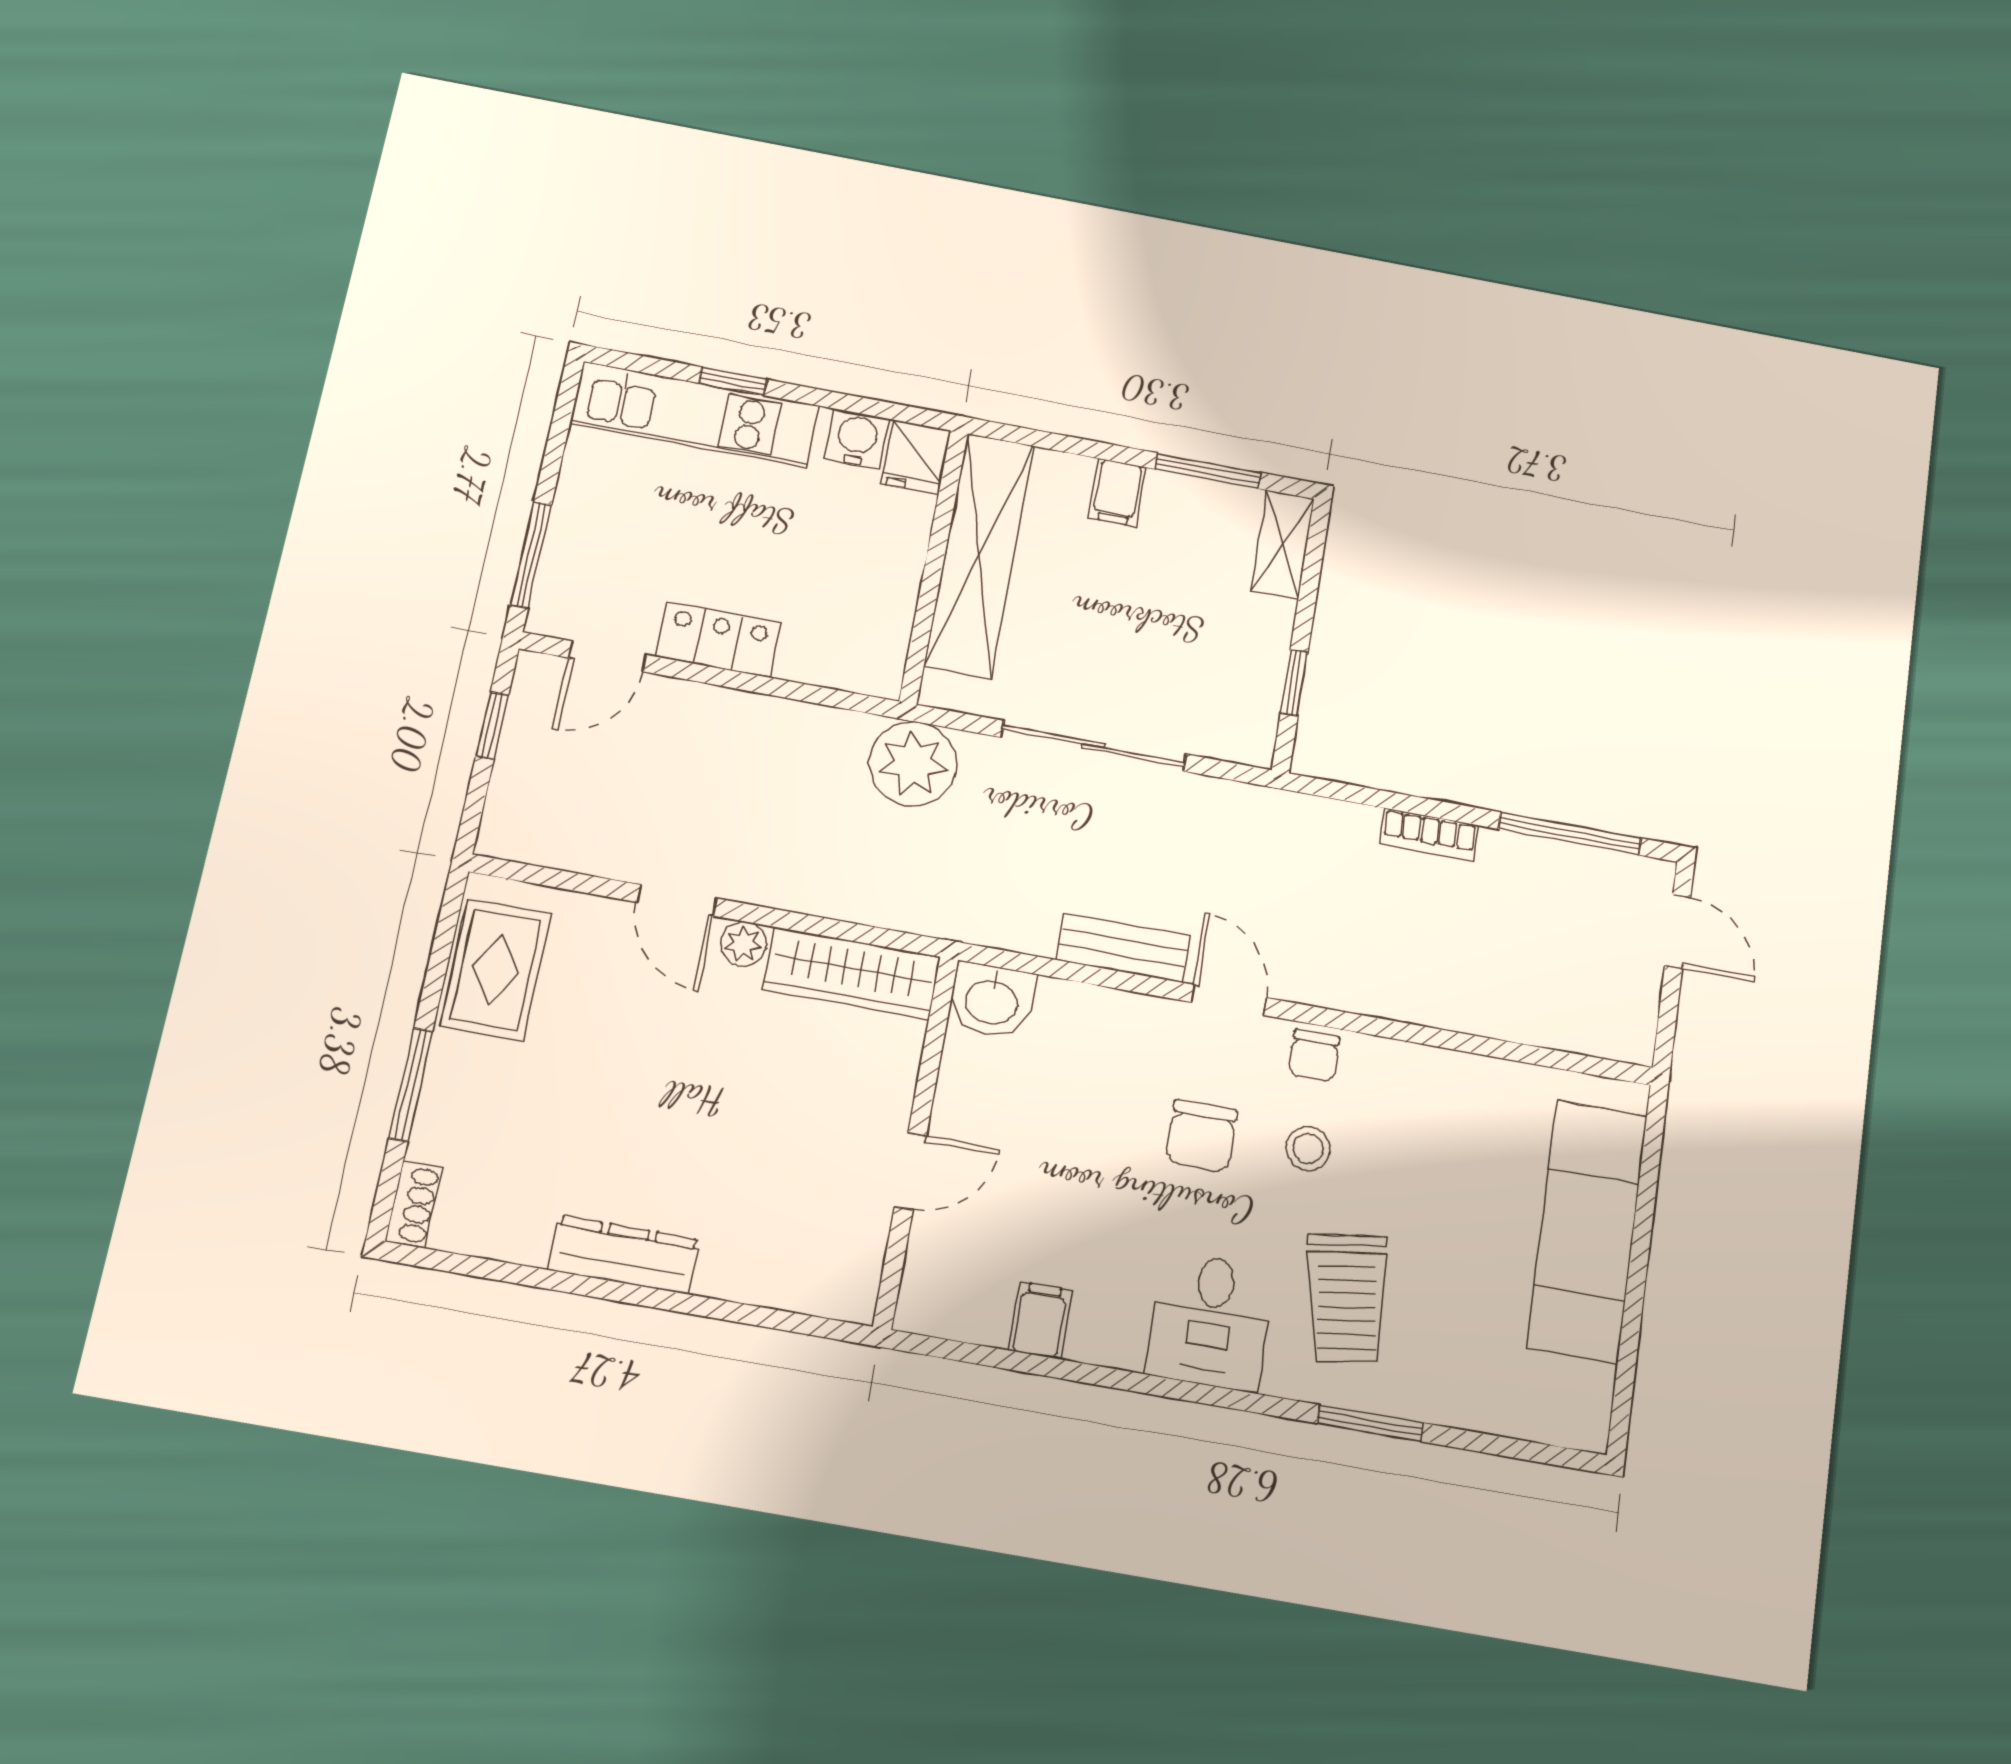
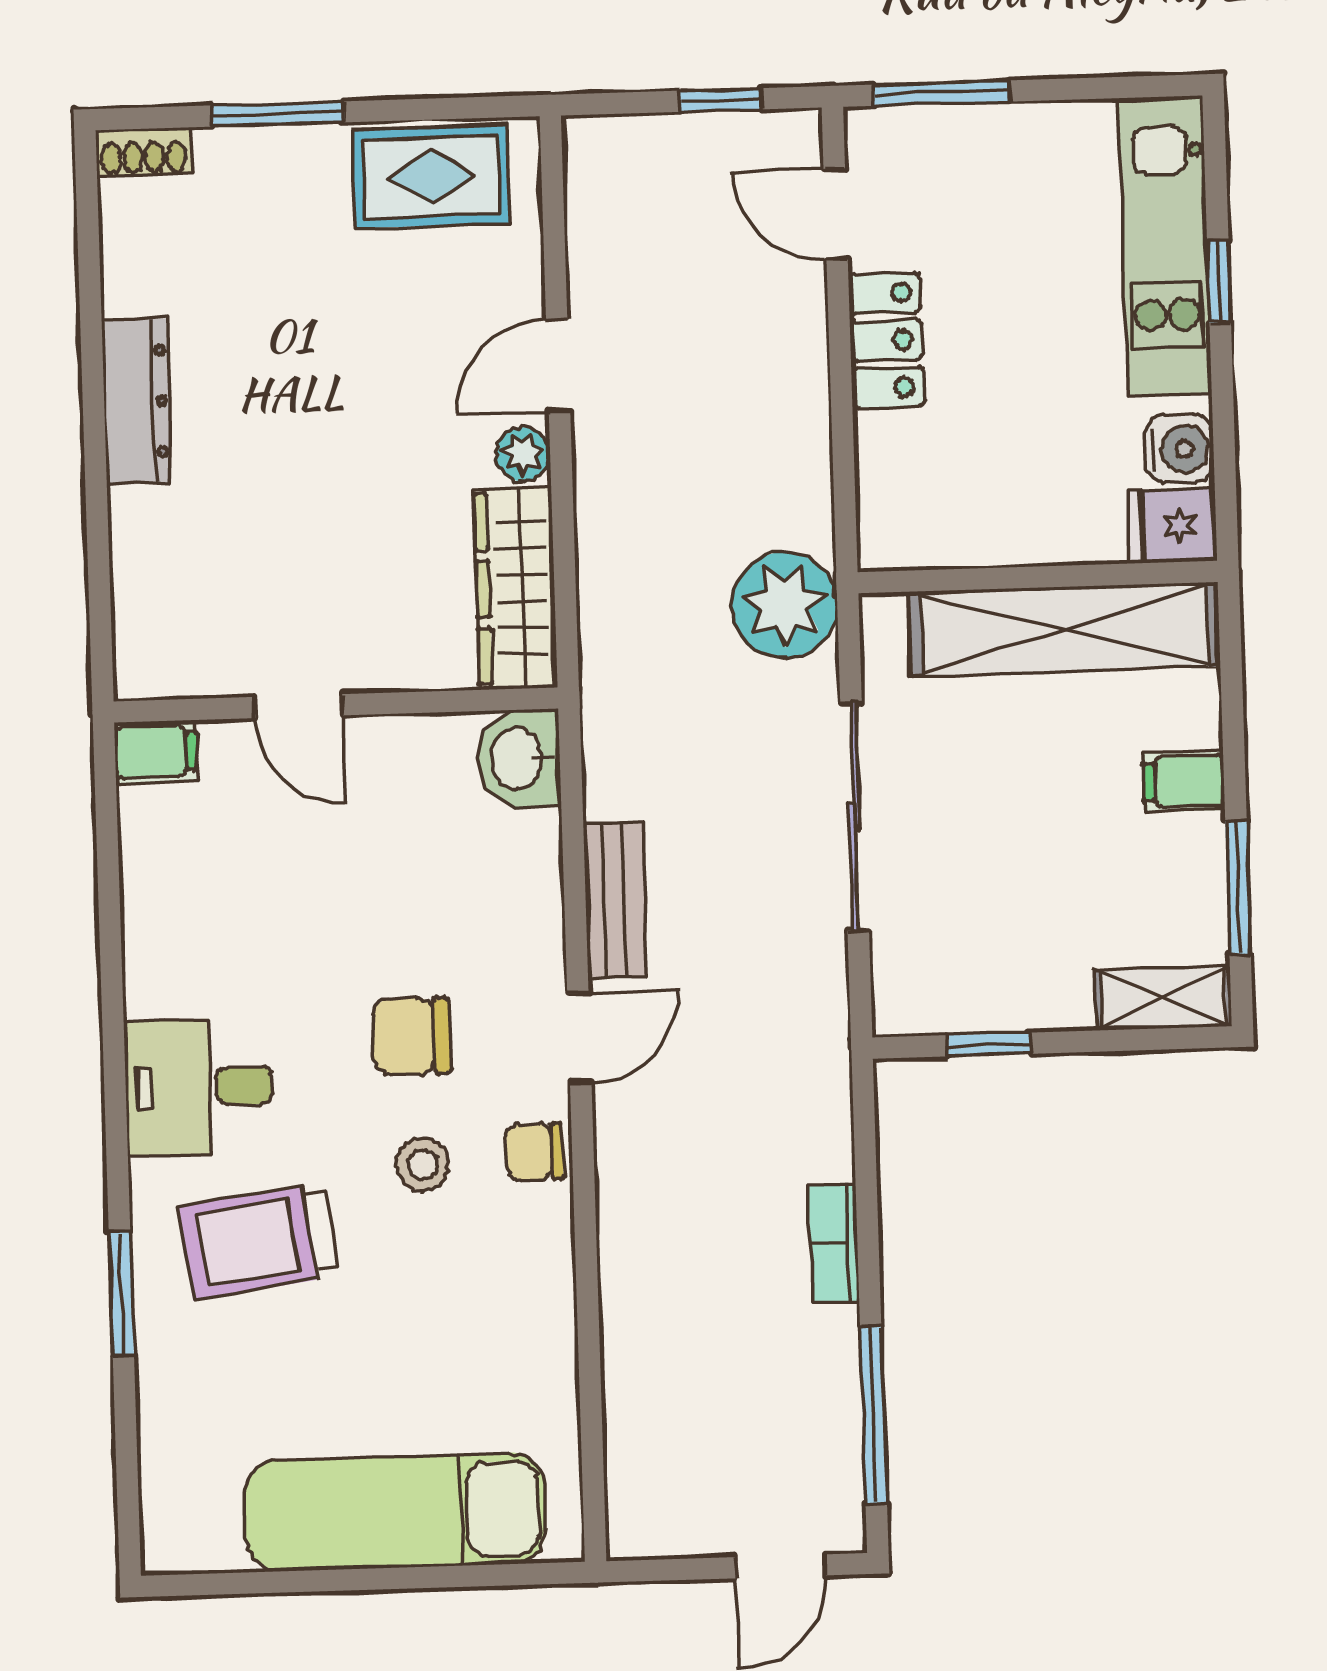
filing cabinet: (1040, 1320) -> (156, 752), moved

